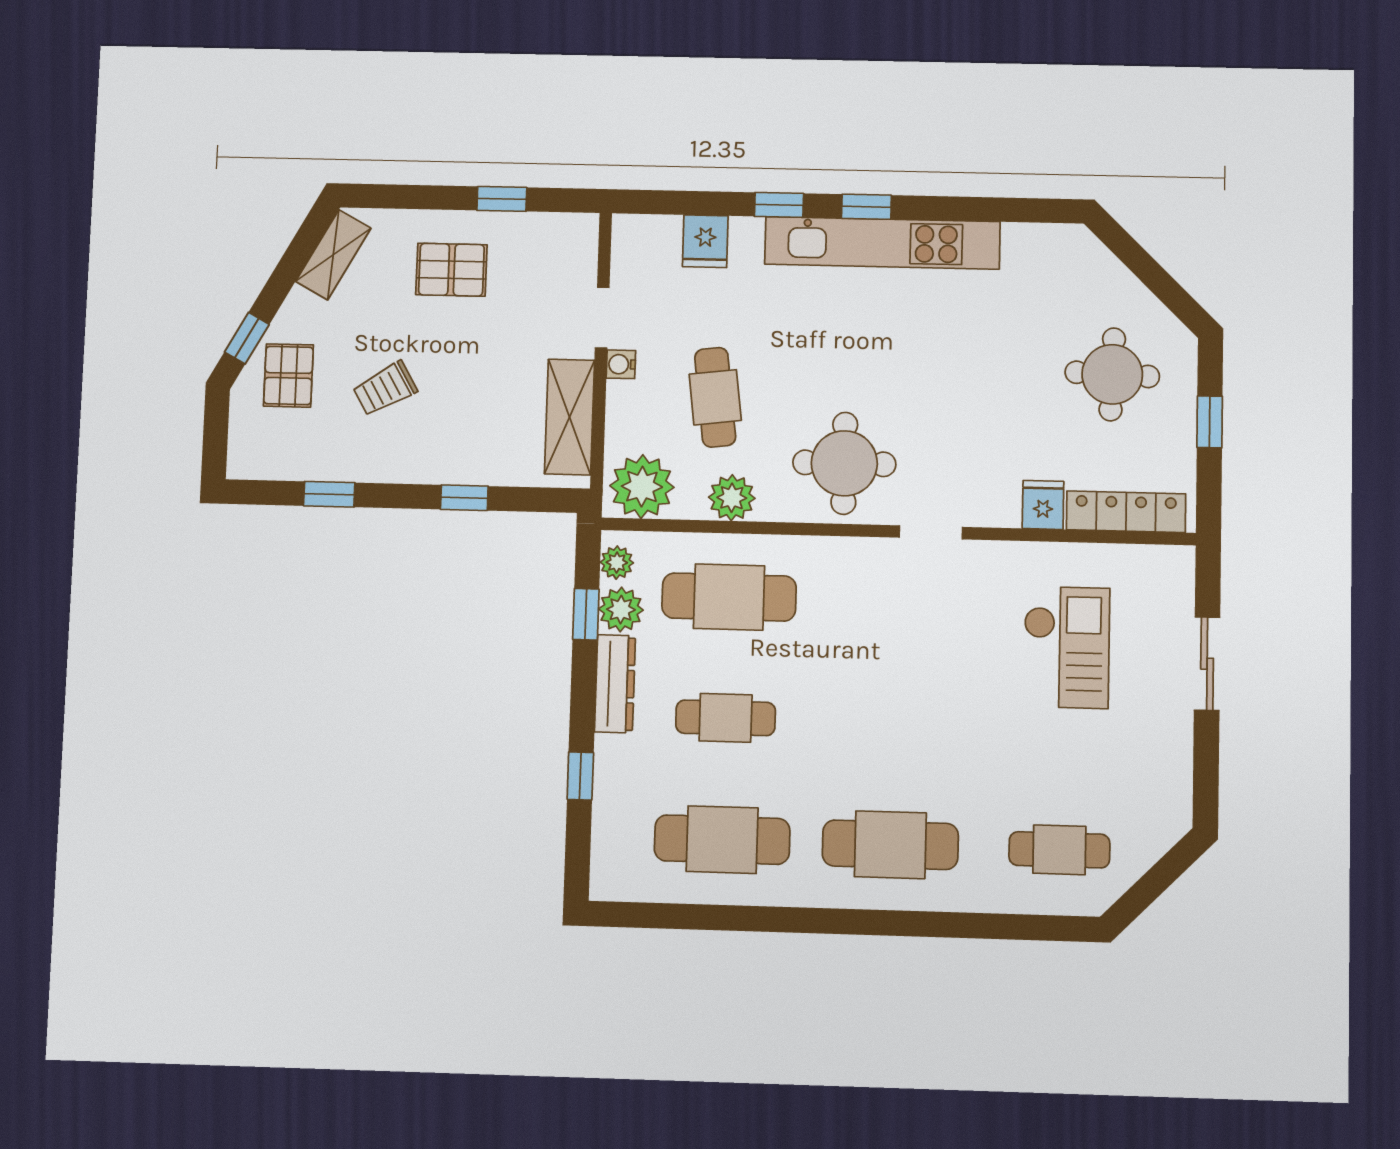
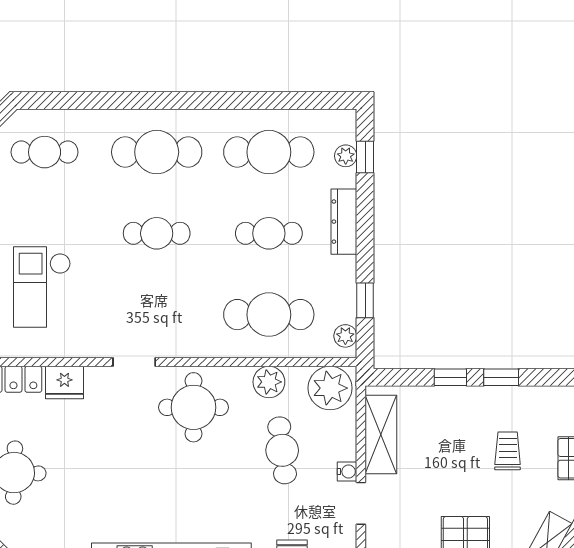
trolley: (385, 389) -> (508, 451), turned -60
window: (329, 494) -> (501, 377), moved
fridge: (1043, 505) -> (64, 382), width x1.38
plant: (621, 610) -> (346, 156), moved, width x0.73, depth x0.73
dresser: (615, 684) -> (344, 222), moved
cafe table: (893, 723) -> (157, 233), added
window: (580, 776) -> (365, 157), moved

